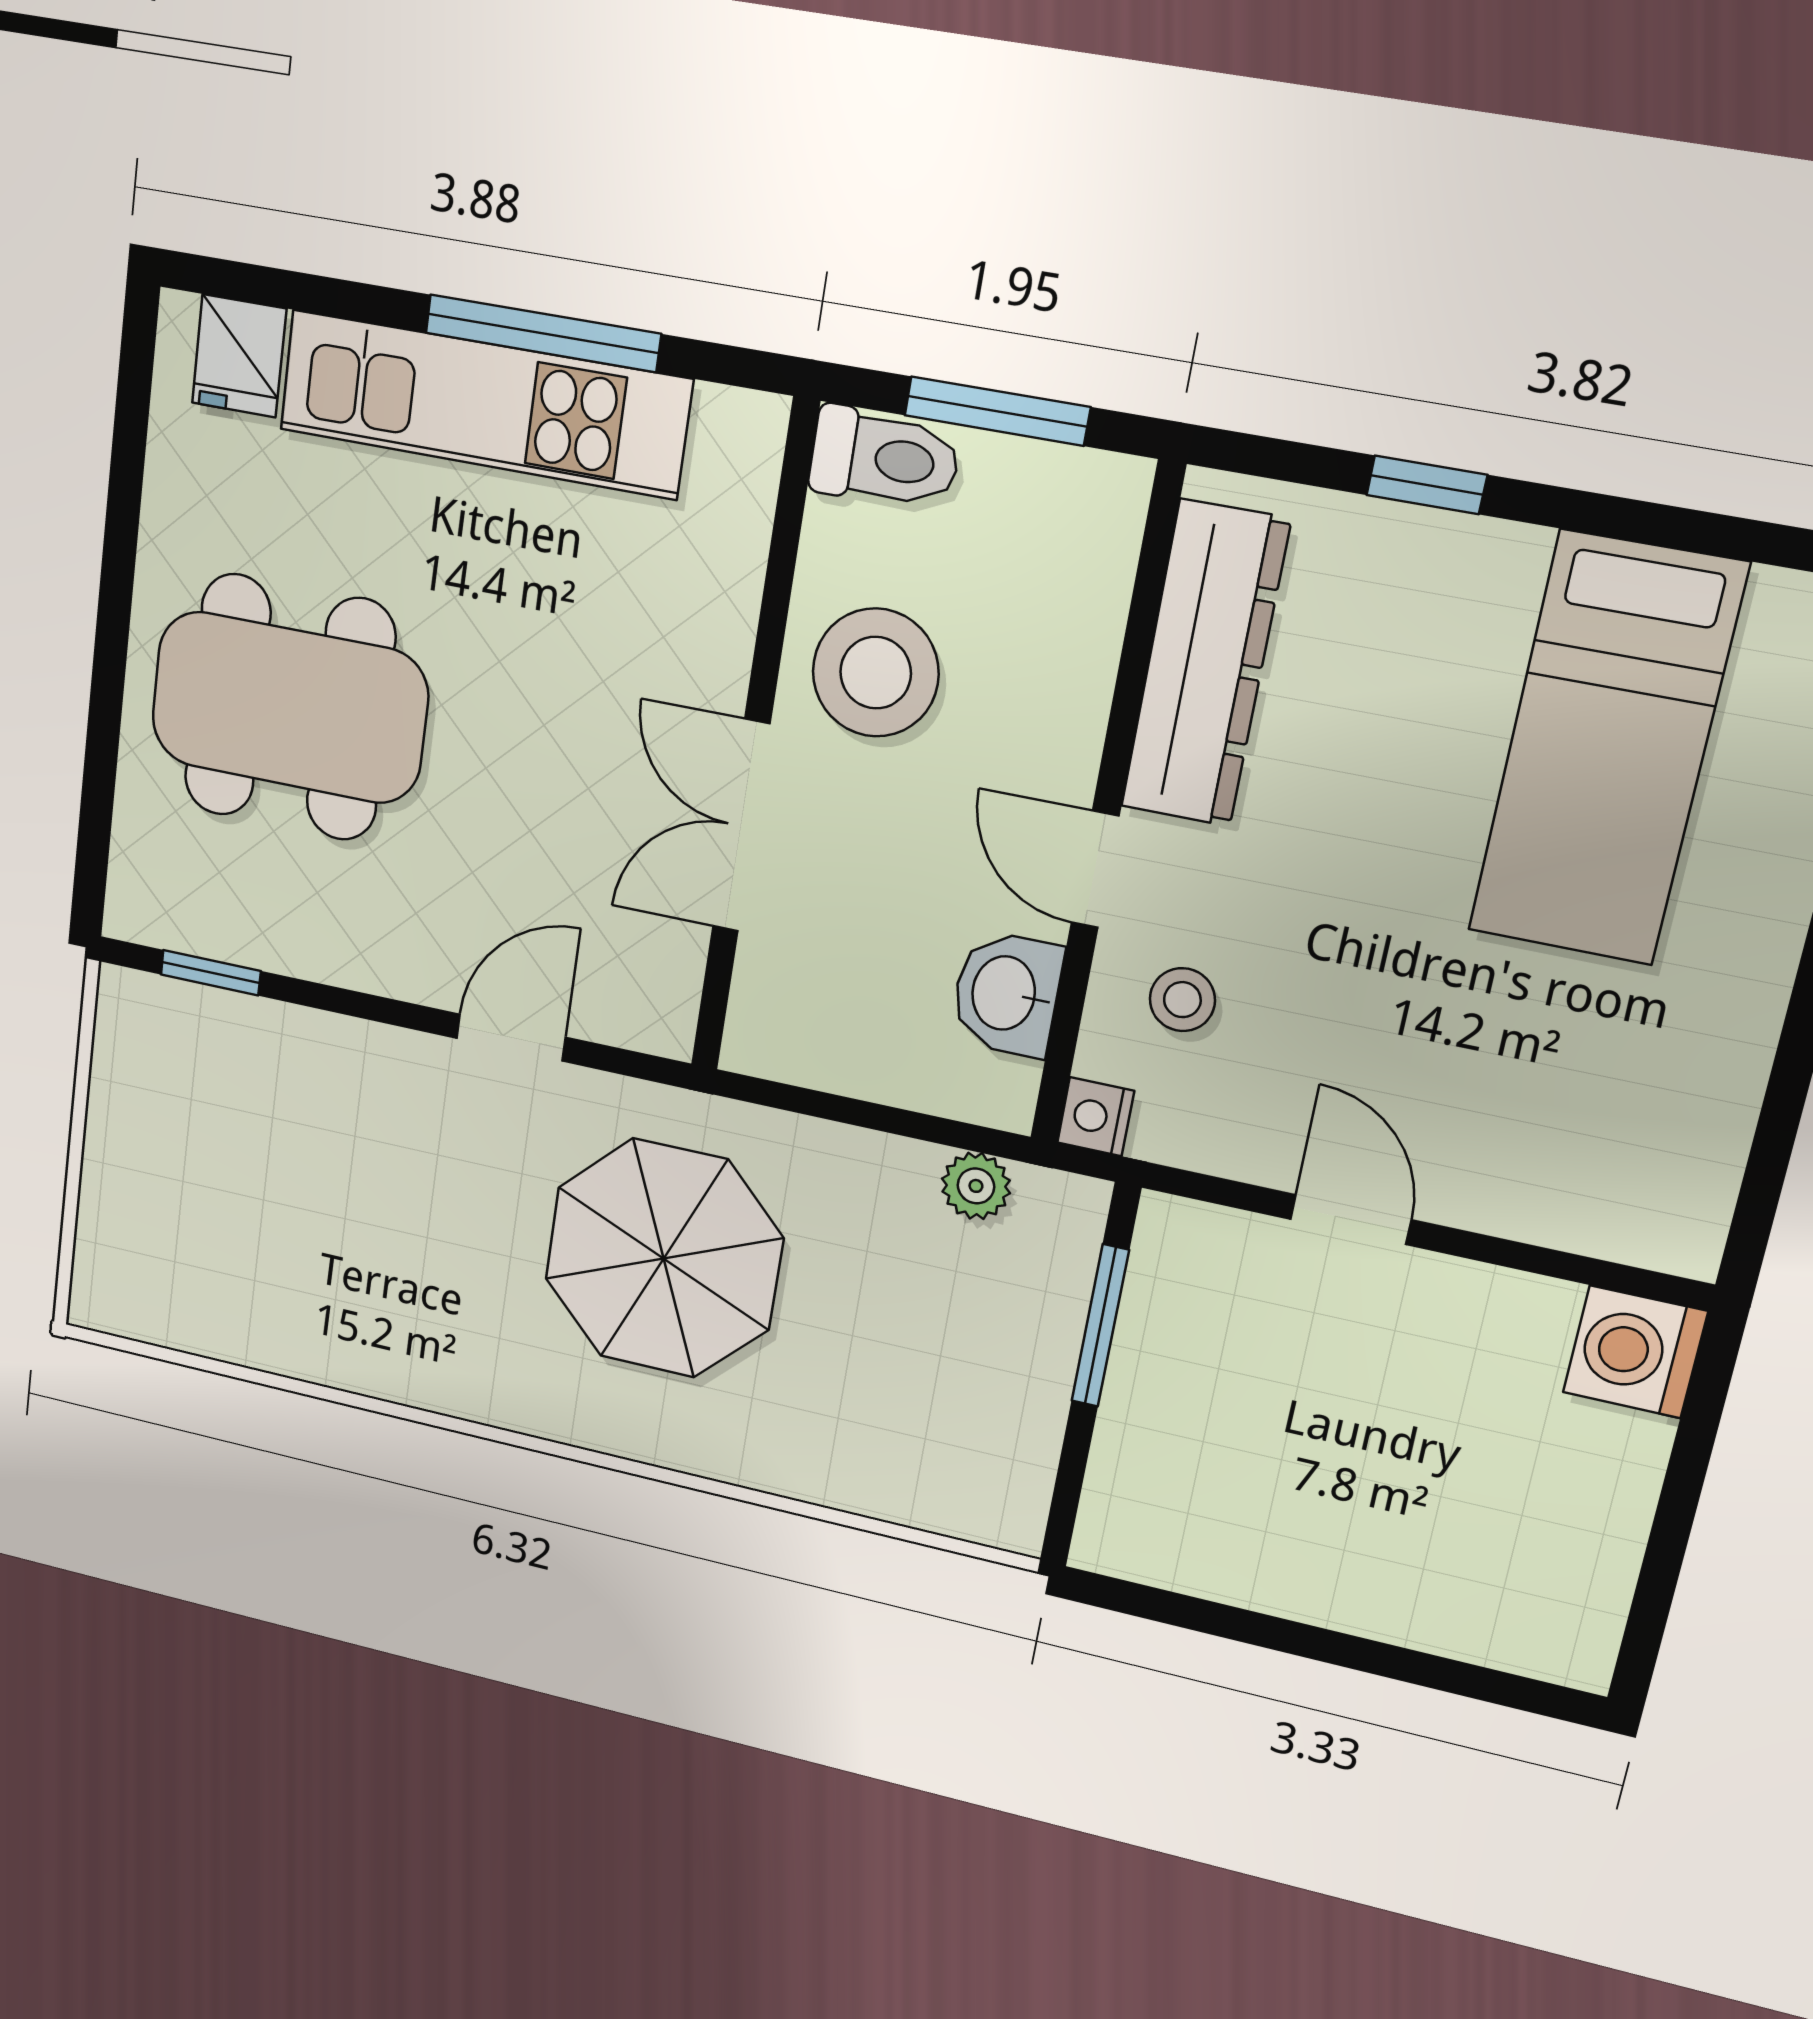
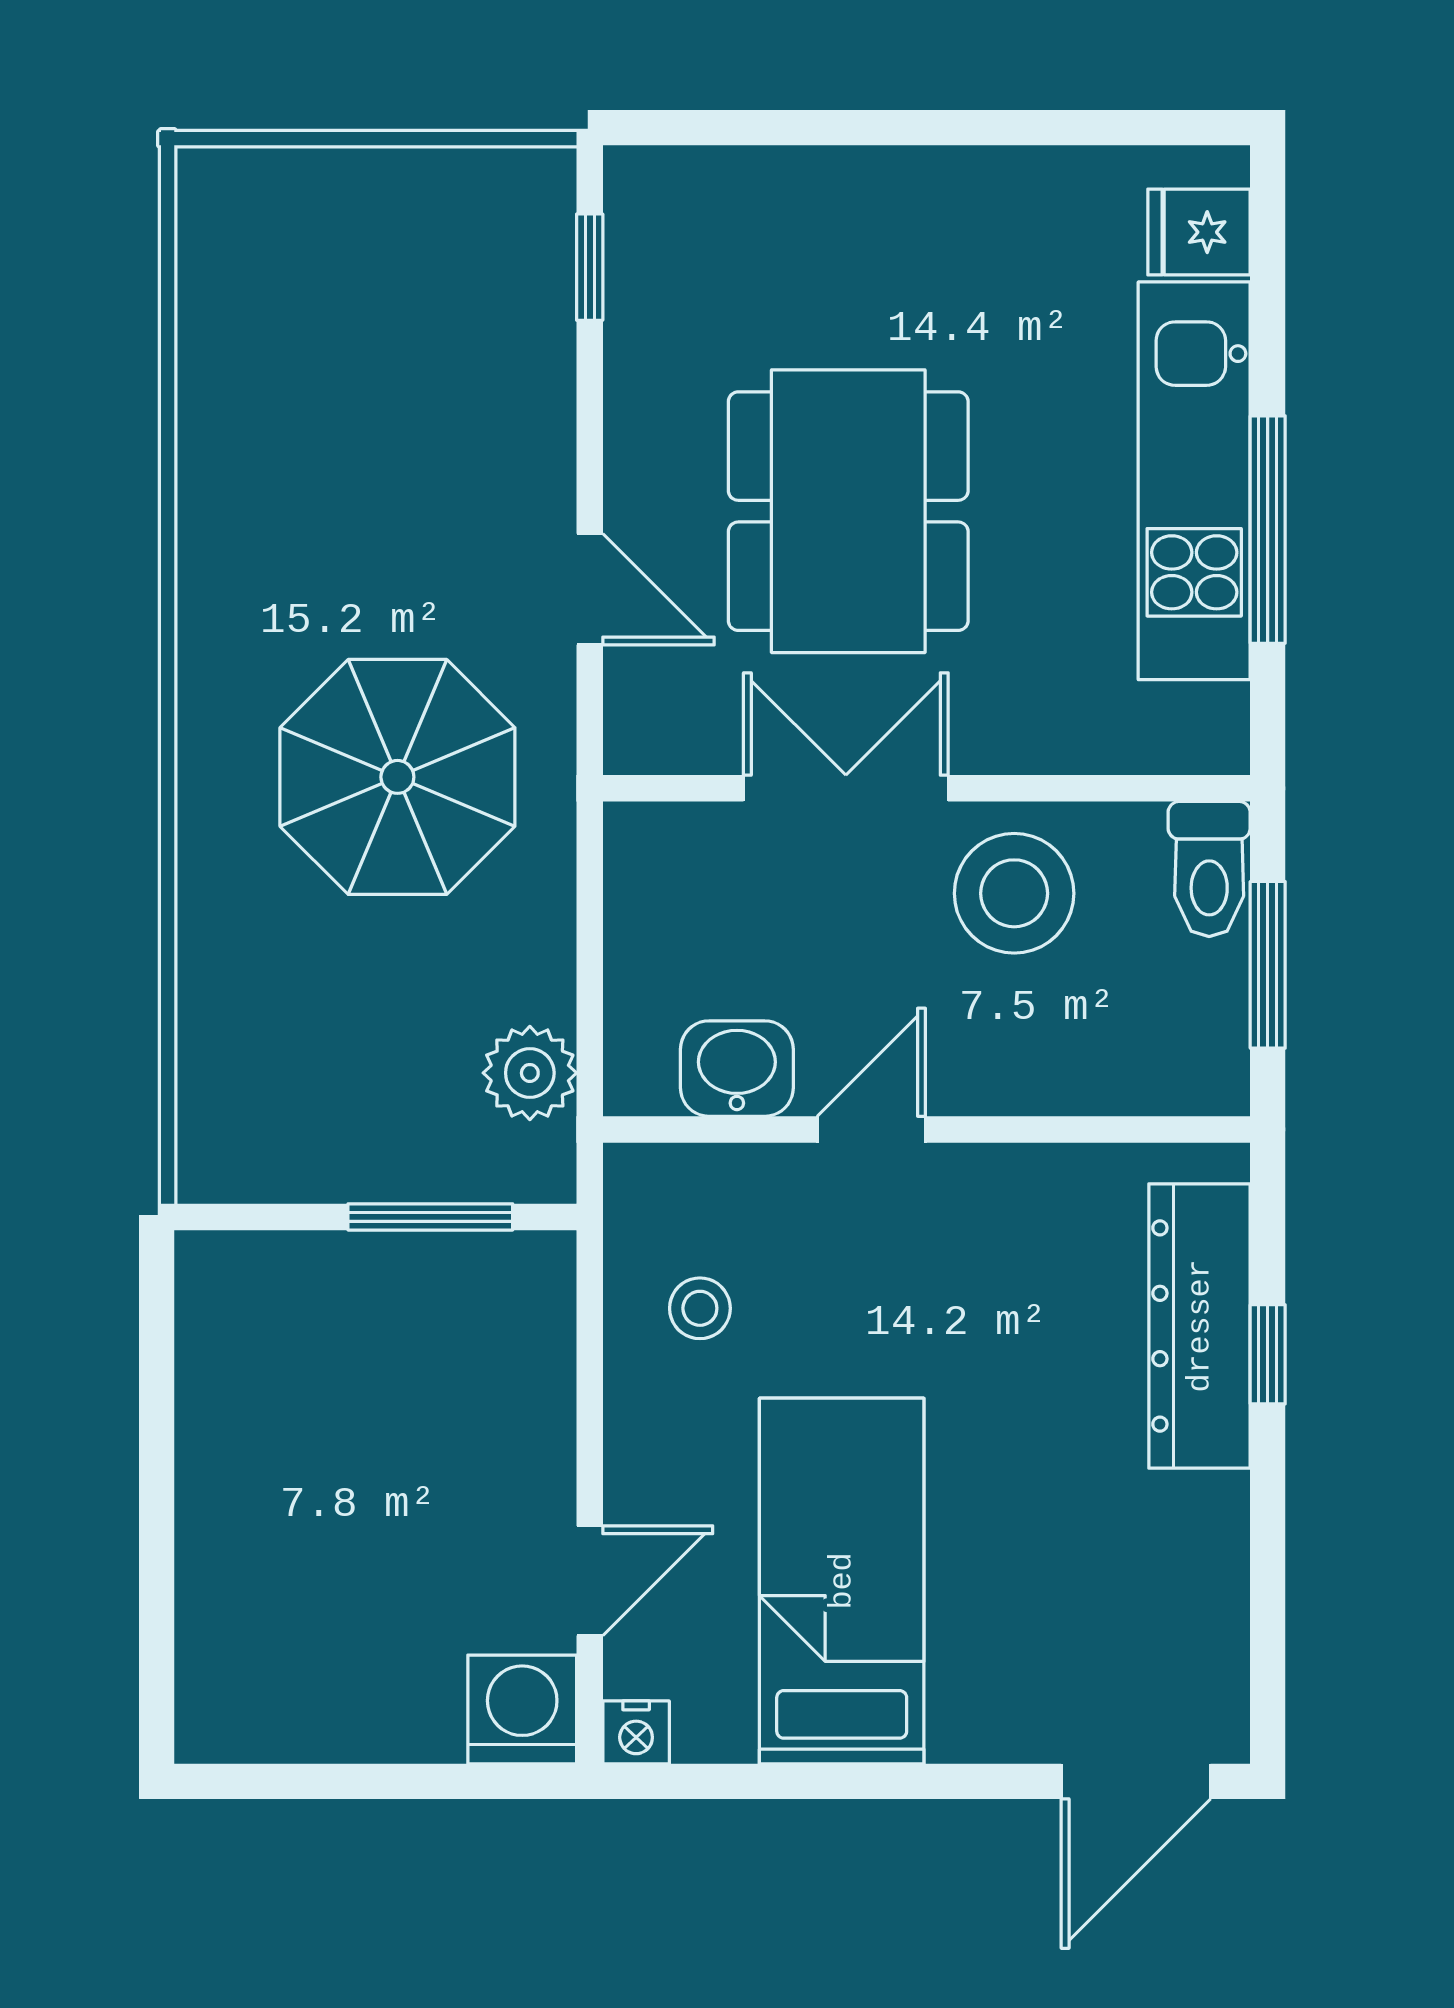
dresser: (1205, 664) -> (1200, 1326), moved, turned 90
dining table: (289, 707) -> (848, 511), moved
bed: (1606, 750) -> (842, 1581), moved, turned 90
stool: (1182, 1000) -> (700, 1308), moved
nightstand: (1096, 1117) -> (636, 1732), moved, turned 180
plant: (976, 1186) -> (530, 1073), width x1.38, depth x1.38
door: (1351, 1220) -> (590, 1581), moved

